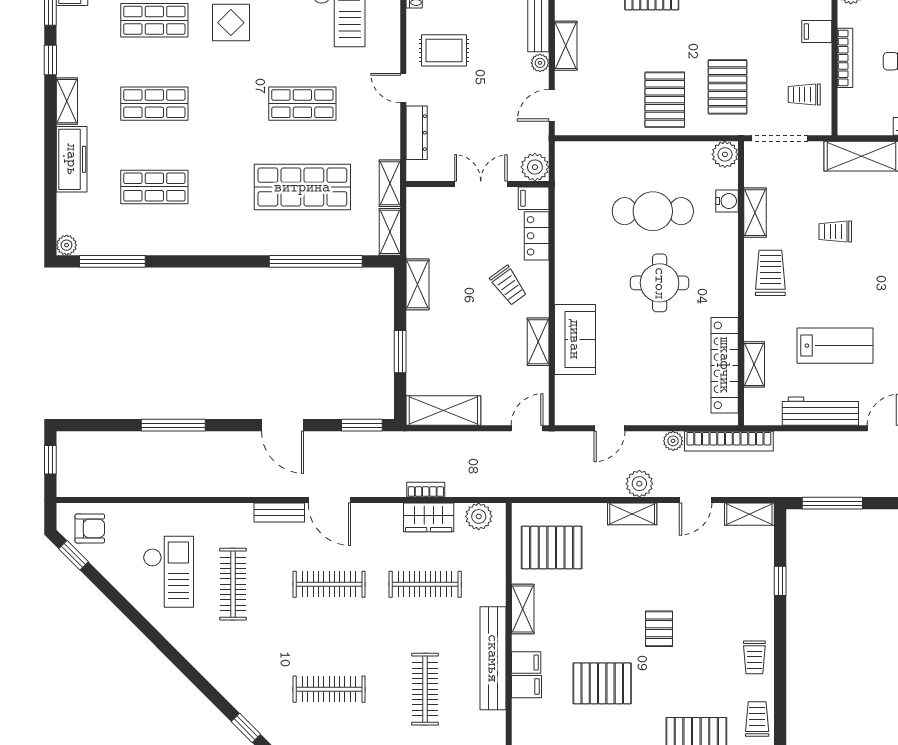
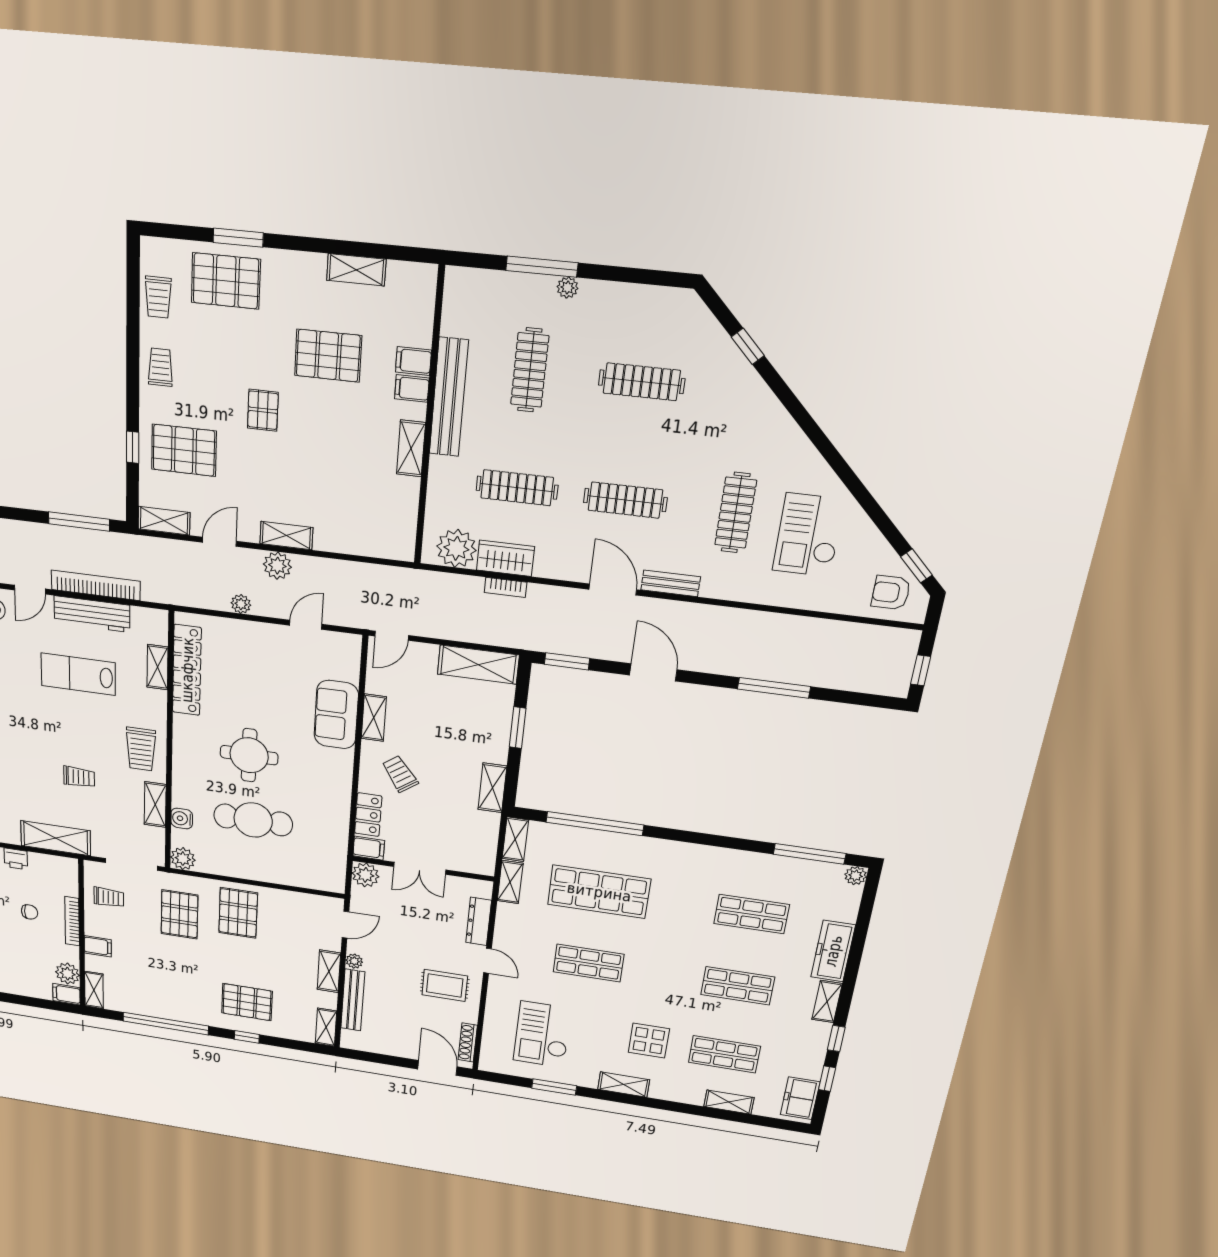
bookcase: (729, 441) -> (96, 585), moved
plant: (479, 516) -> (456, 548), width x1.36, depth x1.36
pallet: (552, 548) -> (184, 450), moved

